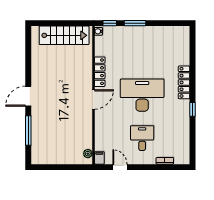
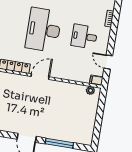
door: (93, 100) -> (40, 77), hinge flipped
door: (120, 167) -> (108, 62), hinge flipped

